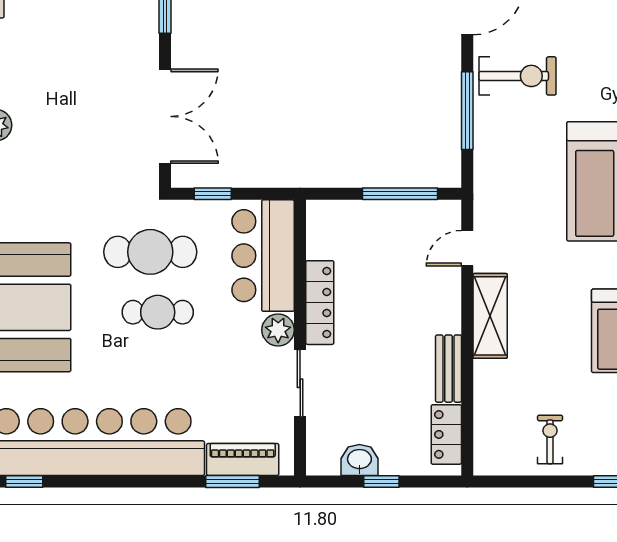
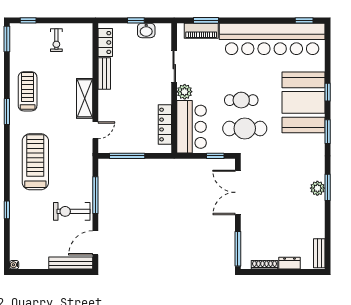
locker: (320, 303) -> (165, 125), moved

